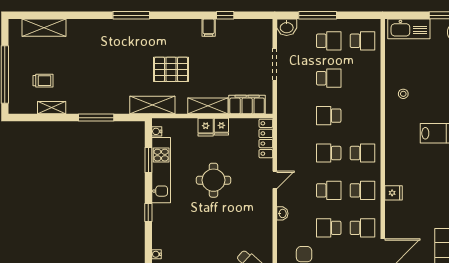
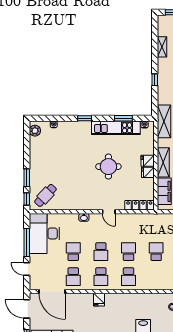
window: (96, 118) -> (155, 80), width x0.46

